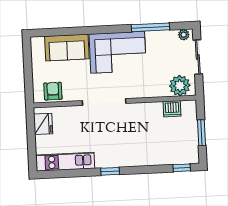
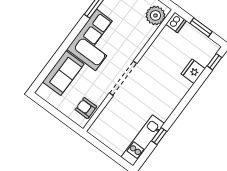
dishwasher: (172, 109) -> (176, 22), moved
fridge: (43, 124) -> (193, 71), moved, turned -90
window: (110, 171) -> (159, 136), moved

